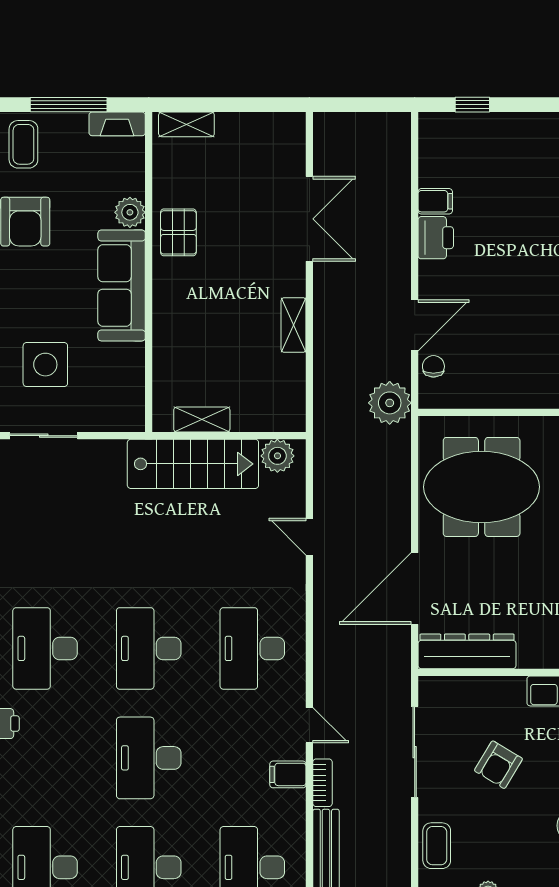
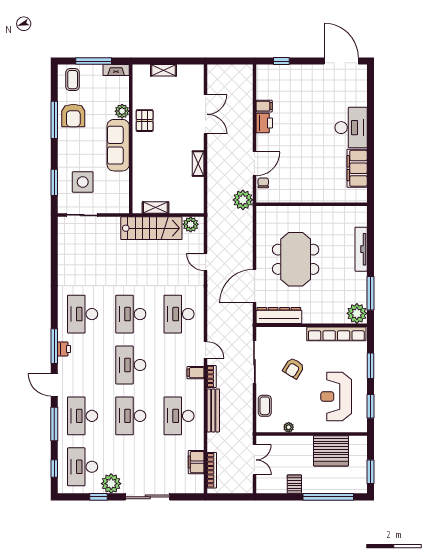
shelving: (186, 124) -> (163, 70), moved
meeting table: (482, 487) -> (296, 259), moved, turned 90

